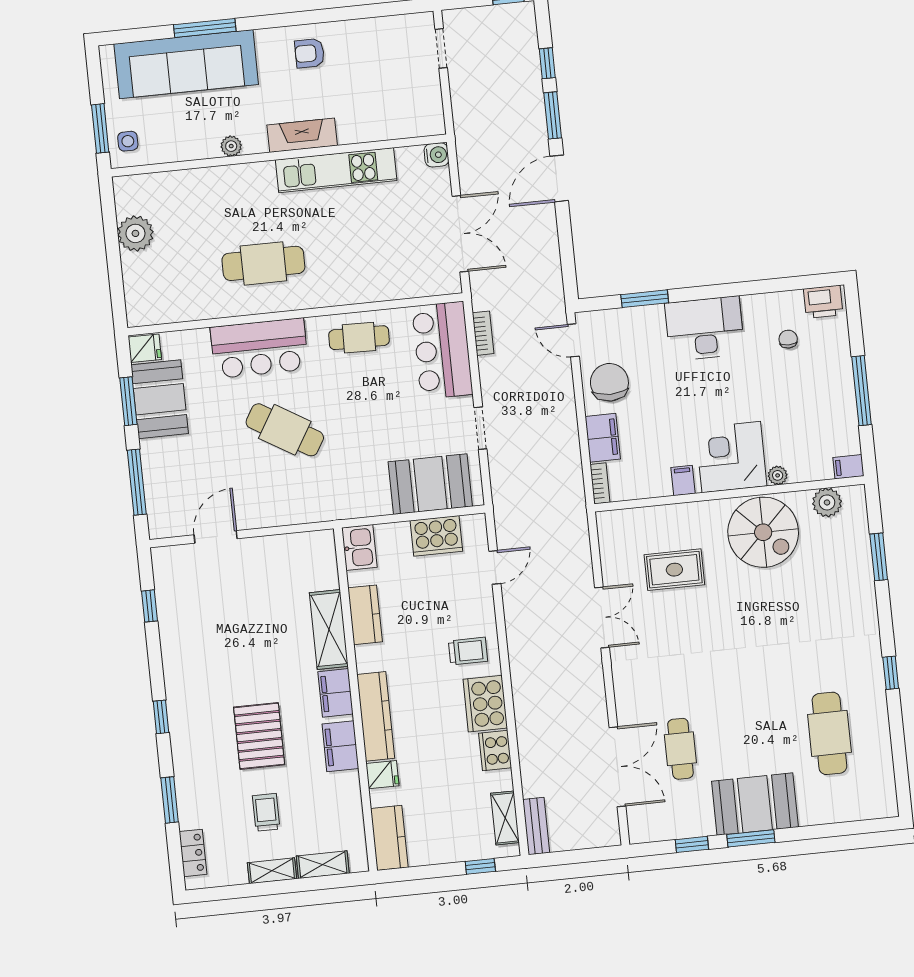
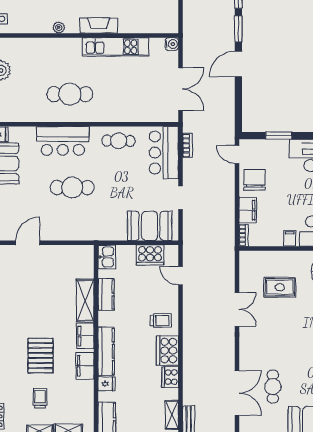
cafe table: (285, 430) -> (72, 188), turned -31
door: (495, 567) -> (181, 276), swing flipped

